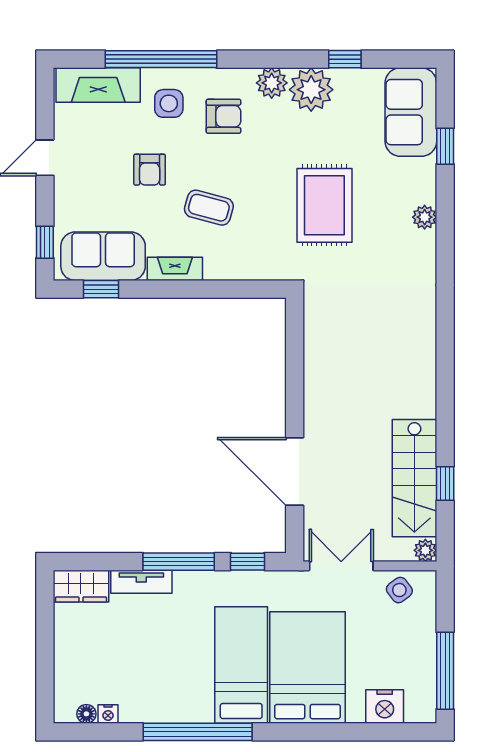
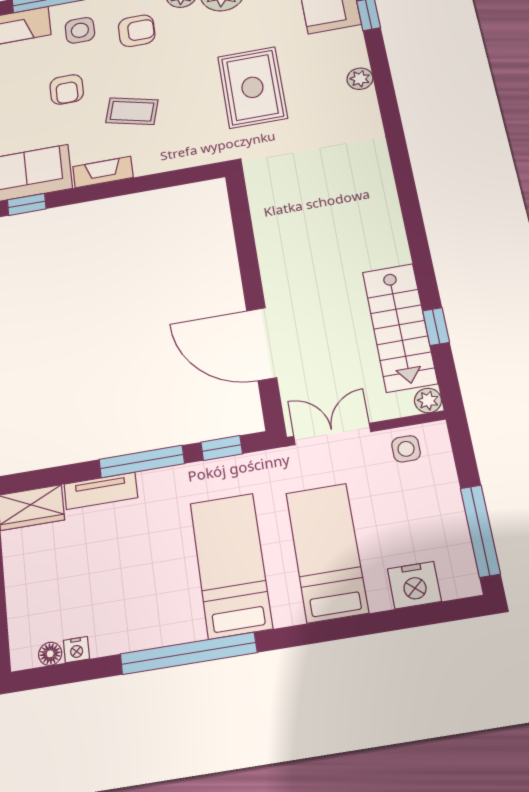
side table: (399, 590) -> (406, 449), turned 37
bed: (307, 667) -> (327, 552), width x0.67

